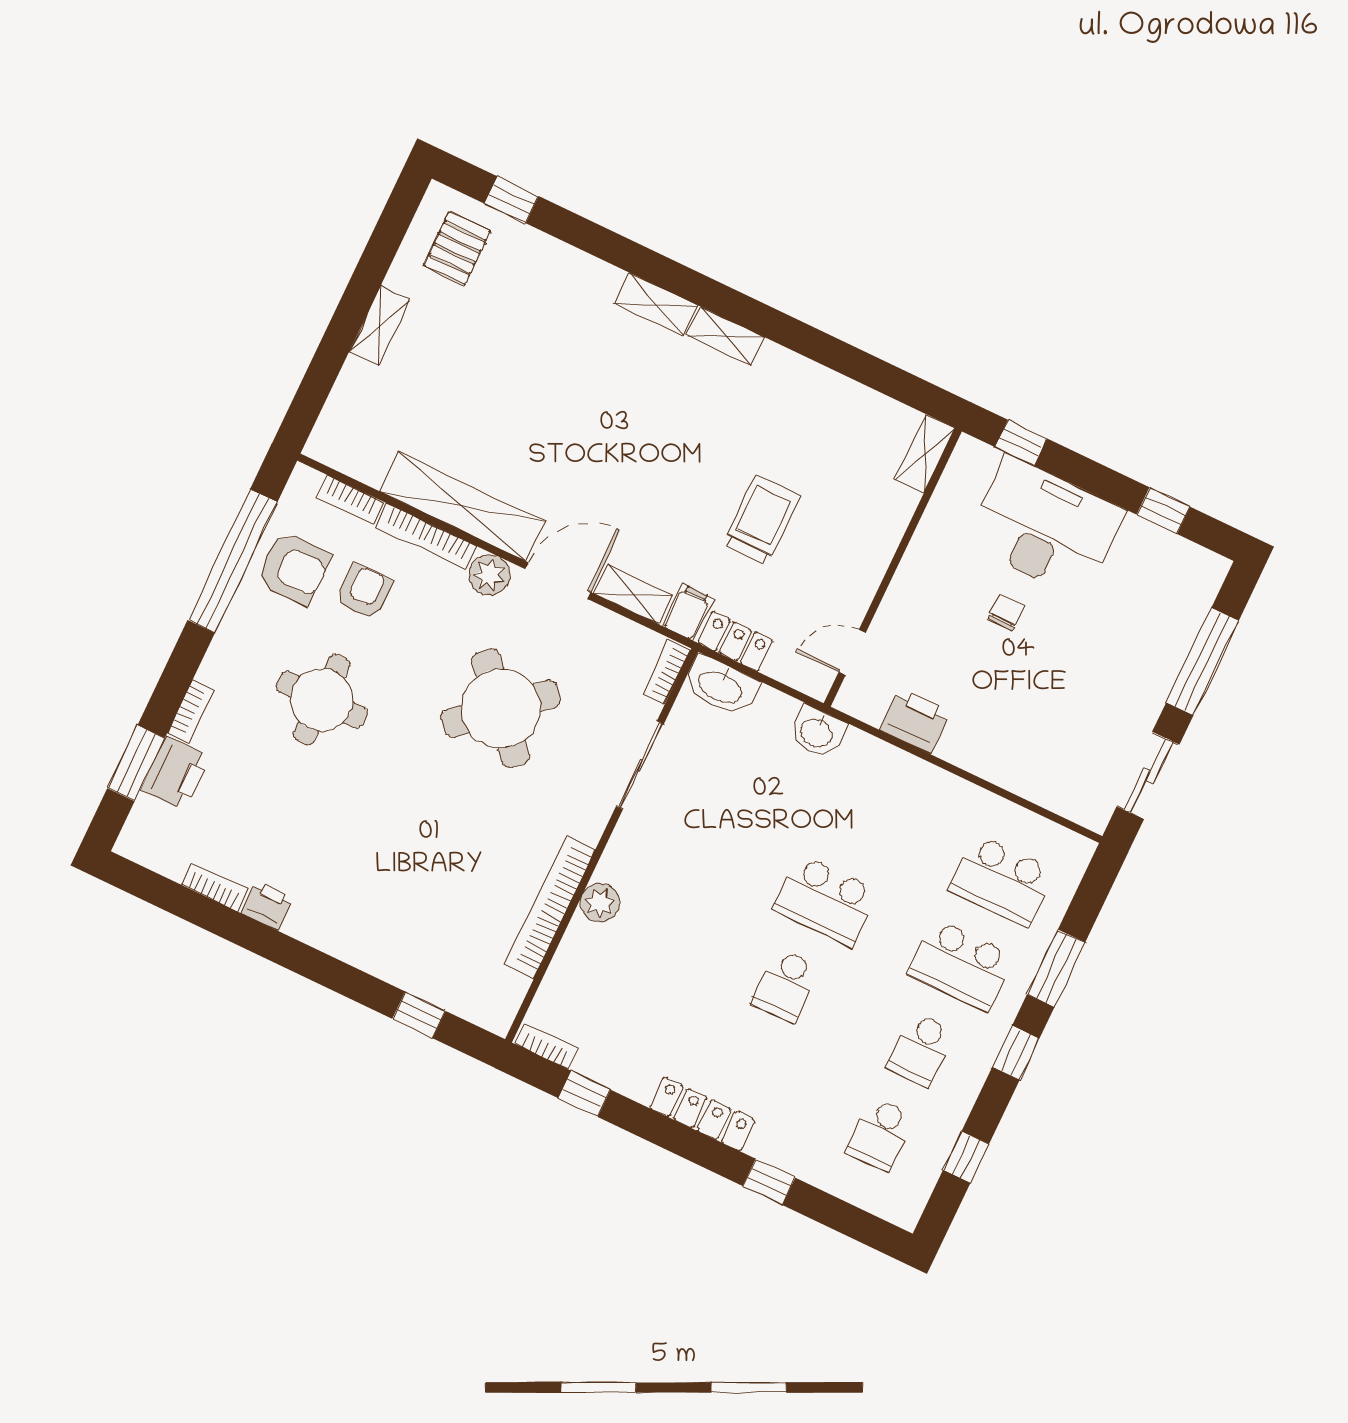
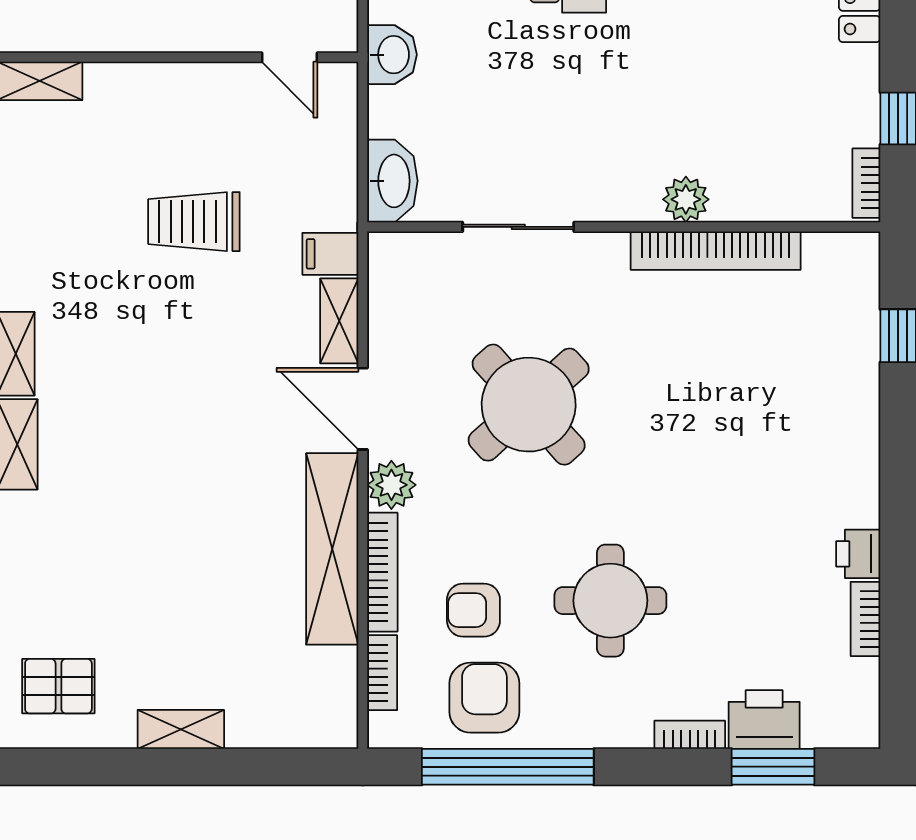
locker: (735, 642) -> (337, 188), removed
bookcase: (667, 671) -> (404, 246), removed

